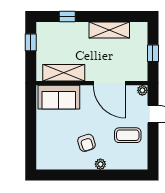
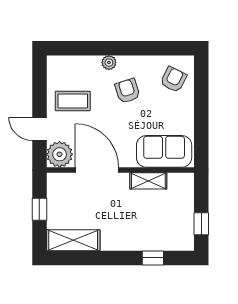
shelving: (109, 30) -> (73, 240), moved
shelving: (64, 73) -> (148, 181), width x0.67, depth x0.75
plant: (142, 90) -> (60, 154), width x1.87, depth x1.87
armchair: (52, 151) -> (173, 79), added

